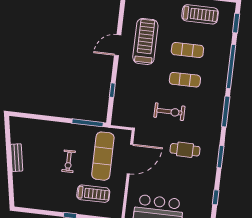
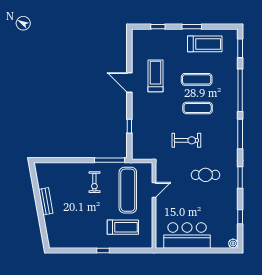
treadmill: (145, 41) -> (156, 76), width x0.73, depth x0.73
door: (118, 45) -> (129, 82), hinge flipped
door: (130, 159) -> (154, 190), width x0.53
exercise bike: (69, 161) -> (94, 182), moved

